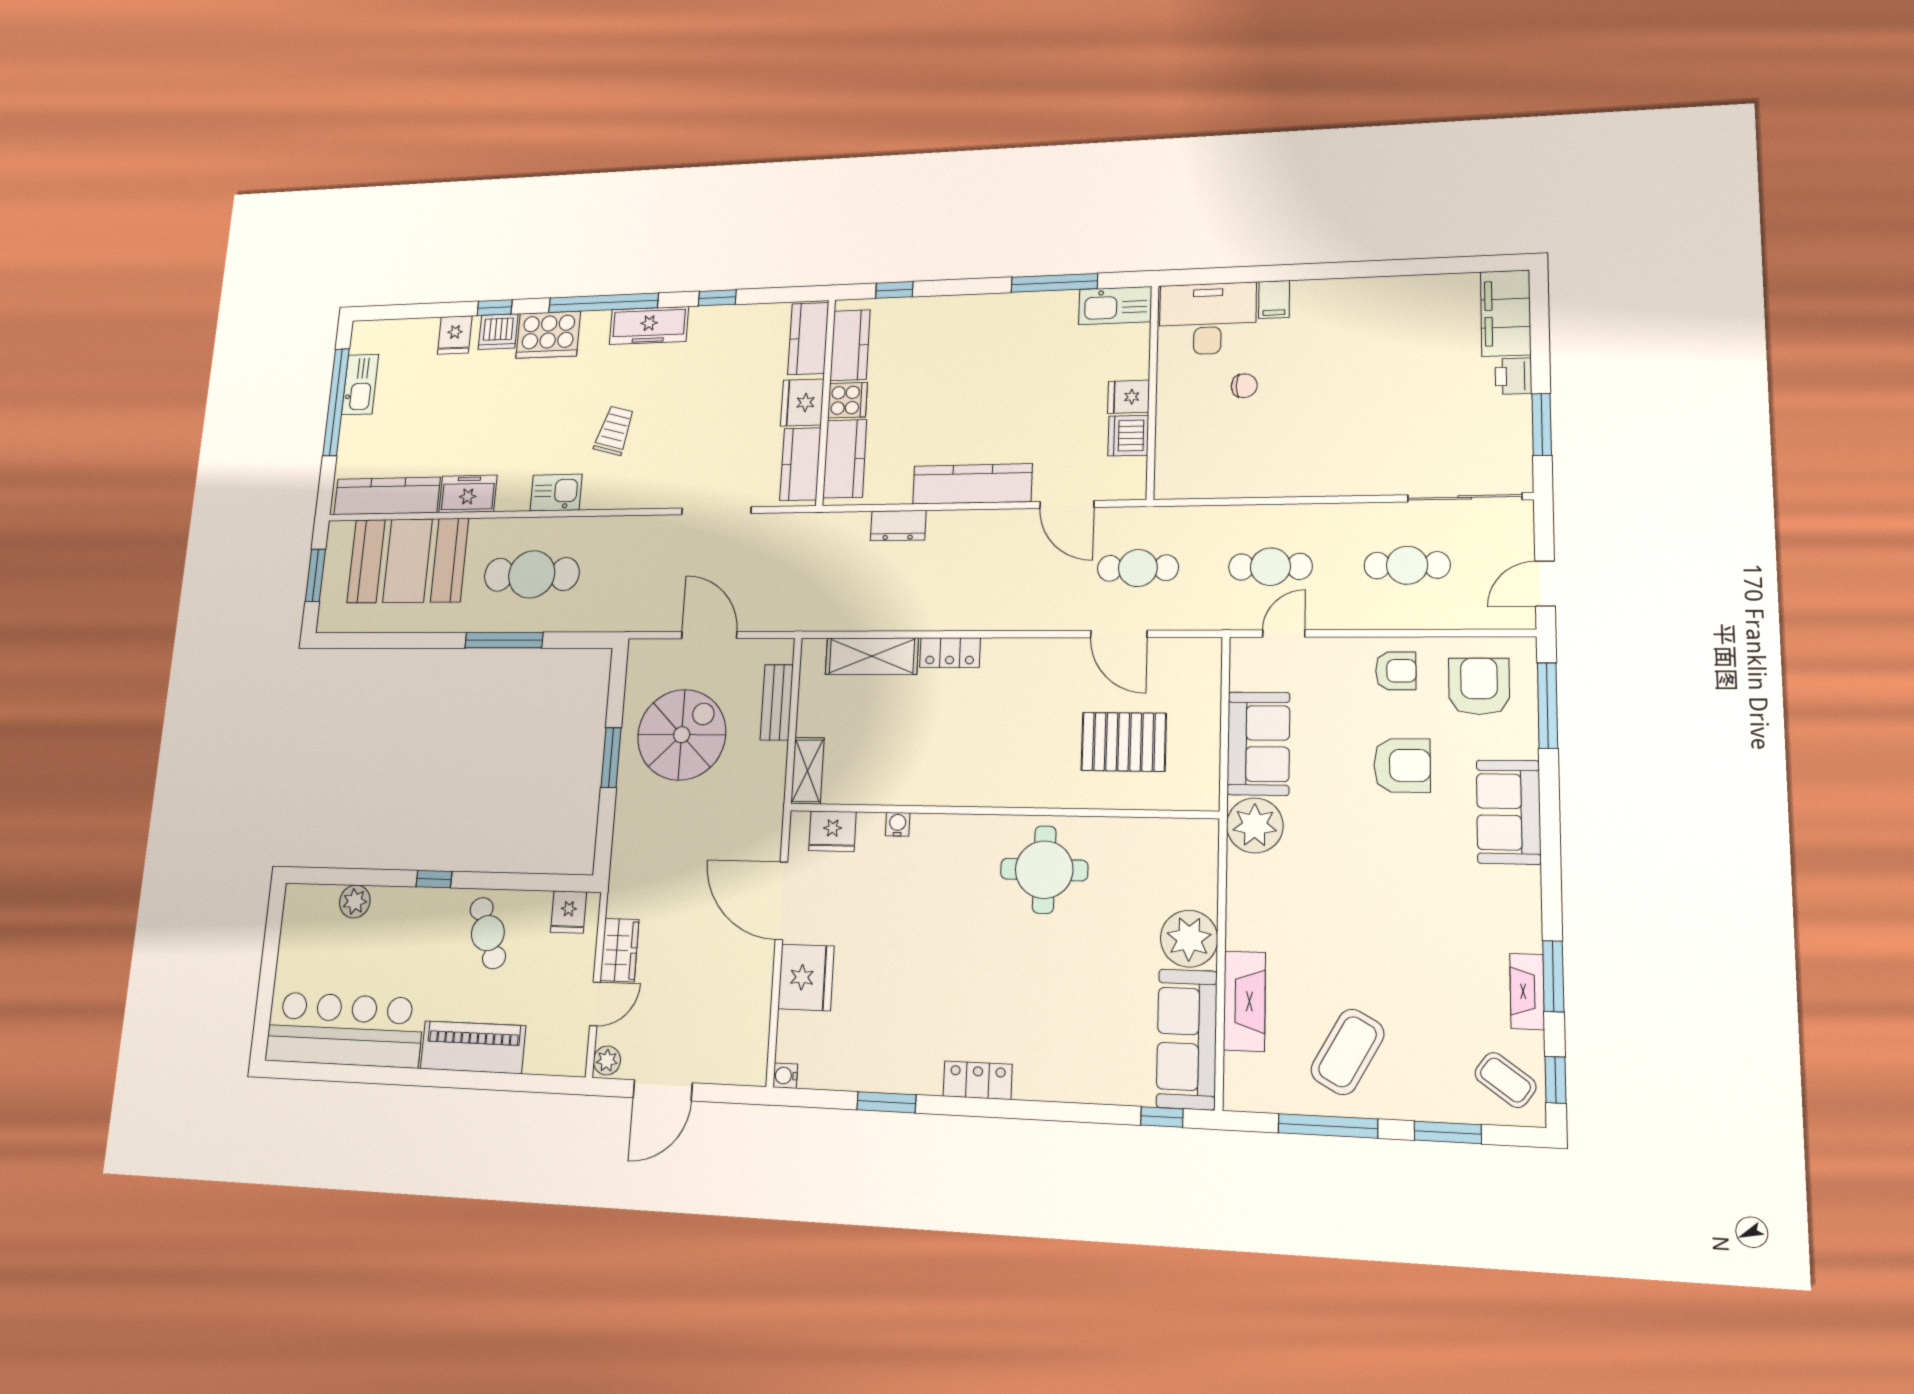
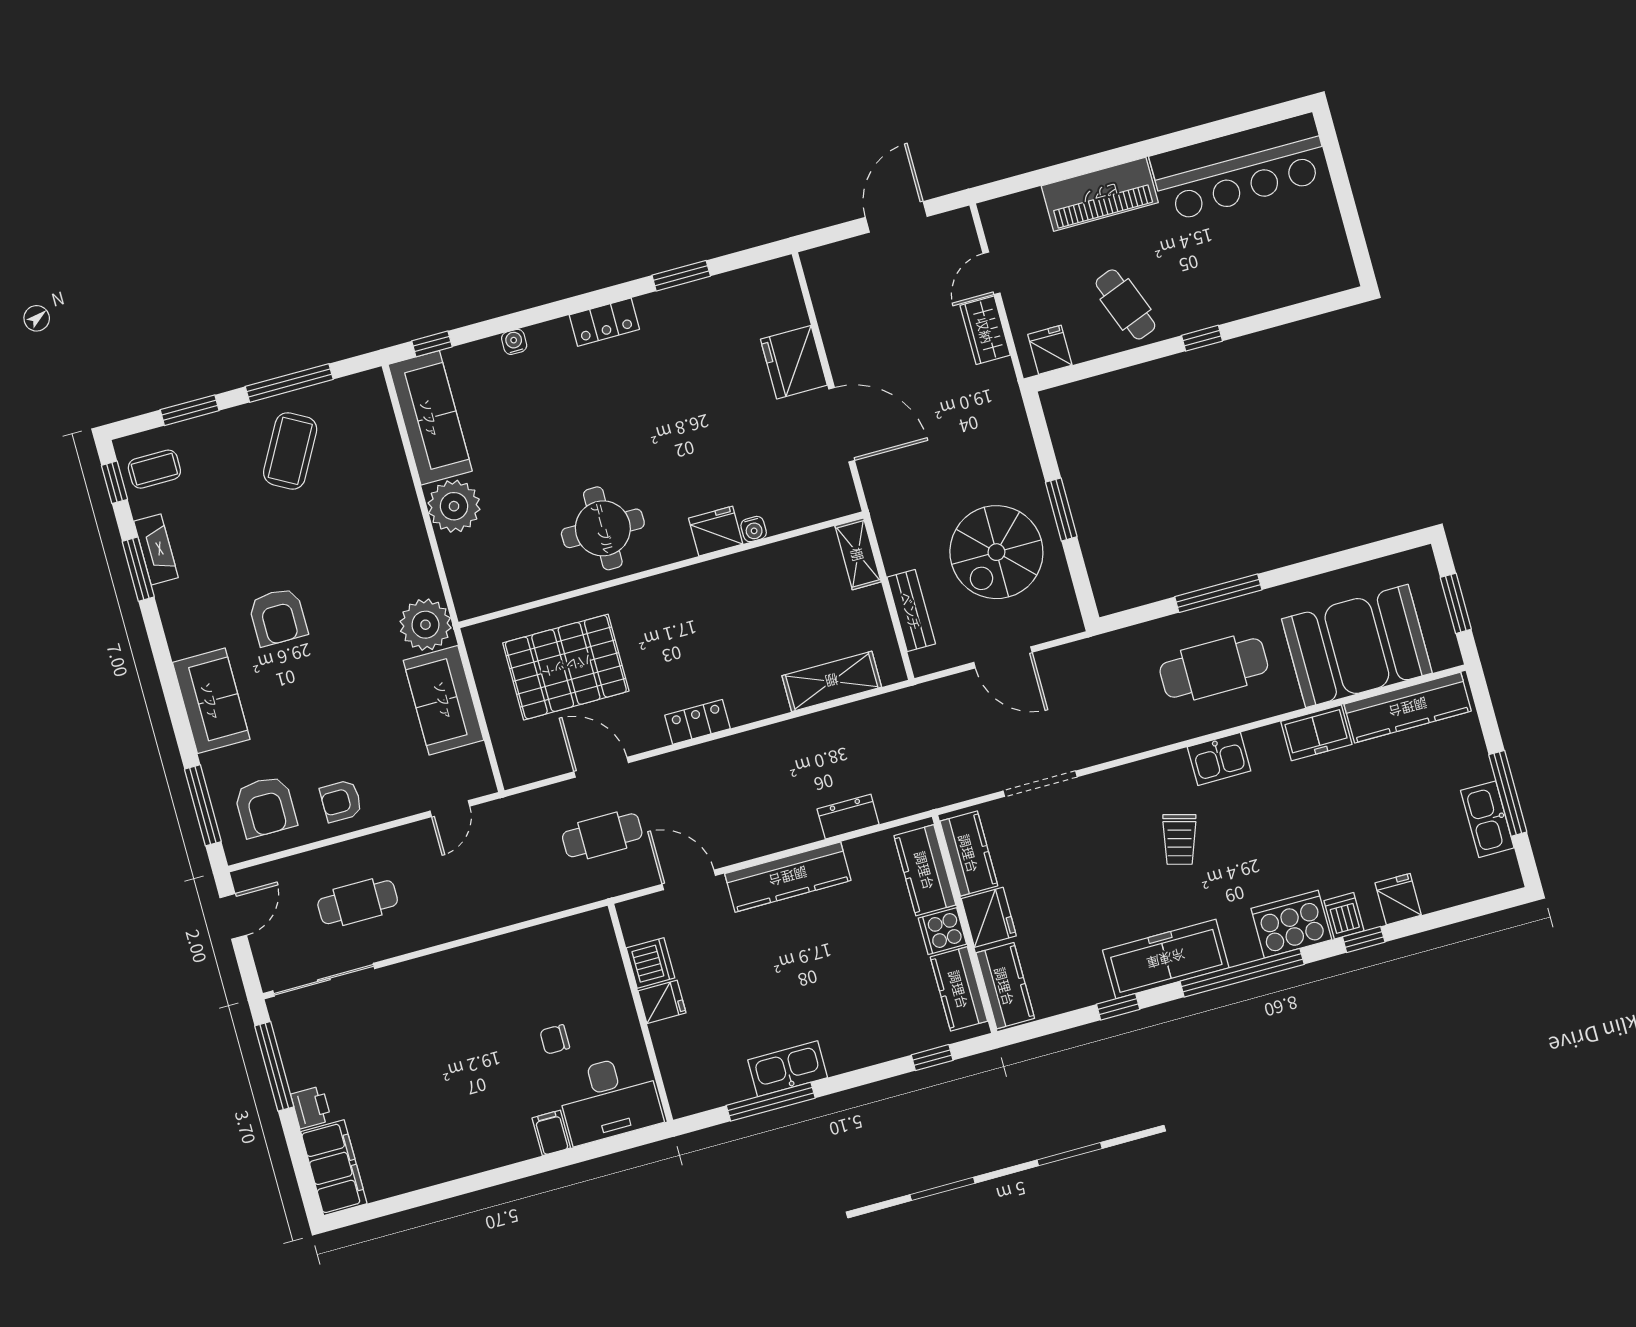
kitchen sink: (1115, 306) -> (788, 1069), moved
freezer: (649, 326) -> (1166, 959), width x1.36, depth x1.26
dishwasher: (498, 332) -> (1344, 916), width x0.73
window: (336, 402) -> (1508, 793), width x0.68
window: (1542, 424) -> (274, 1066), width x1.44
cafe table: (1270, 567) -> (480, 869), removed
locker: (950, 653) -> (698, 722), moved
pallet: (1124, 742) -> (566, 667), width x1.37, depth x1.41
armchair: (1402, 765) -> (278, 617), moved, turned -90
fridge: (832, 831) -> (716, 531), moved
plant: (355, 901) -> (1278, 291), removed
fireplace: (1244, 1001) -> (390, 466), removed
plant: (607, 1060) -> (961, 226), removed
water cooler: (785, 1076) -> (514, 342), moved, turned -90
coffee table: (1505, 1080) -> (154, 469), turned -36

